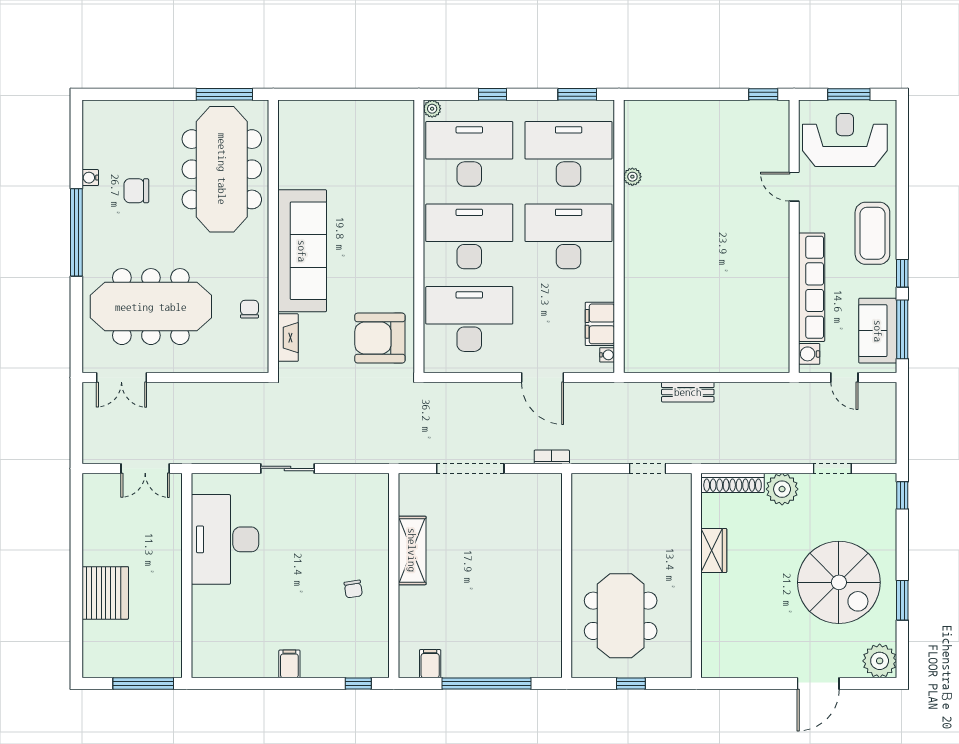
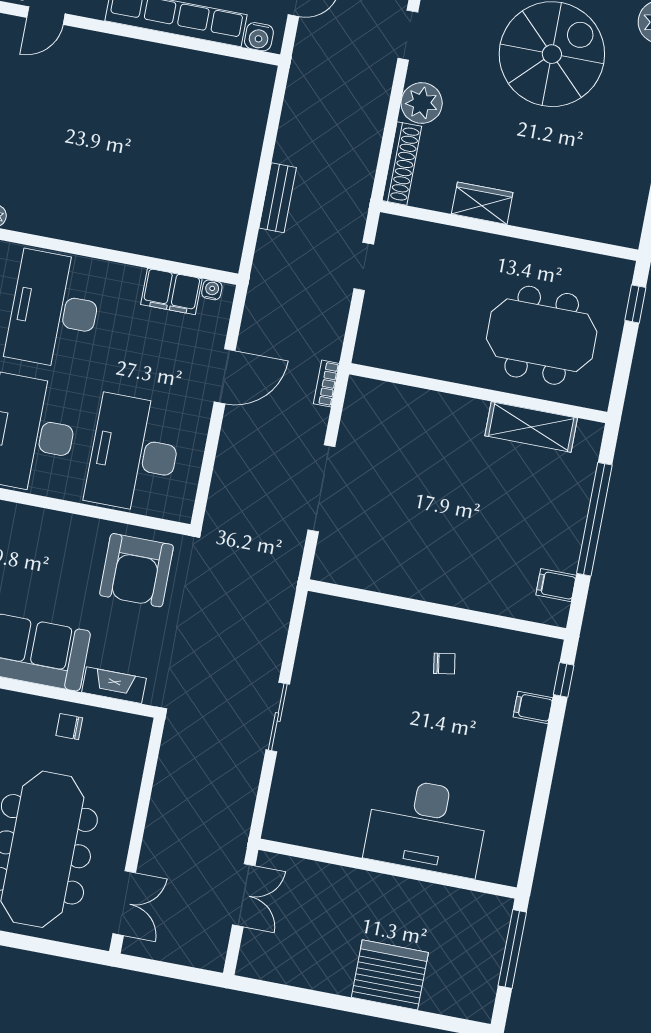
desk: (225, 539) -> (427, 827), moved
shelving: (412, 550) -> (531, 427), moved
filing cabinet: (289, 664) -> (533, 707), moved
window: (631, 683) -> (635, 304), moved

